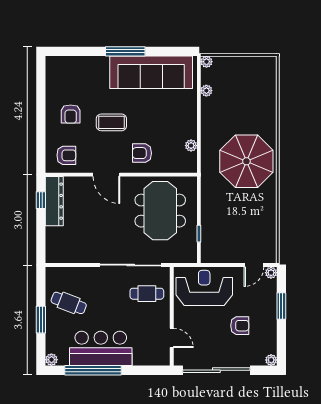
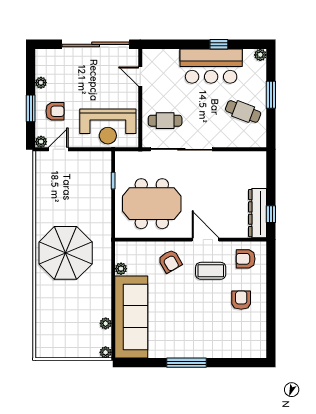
sofa: (151, 72) -> (131, 317), moved, turned 90
coffee table: (111, 122) -> (211, 271), moved
armchair: (142, 153) -> (170, 261), turned 60
meeting table: (160, 211) -> (152, 204), turned 90
armchair: (240, 326) -> (55, 111), moved, turned 180
plant: (271, 360) -> (41, 83), moved
window: (93, 370) -> (219, 44), width x0.32

